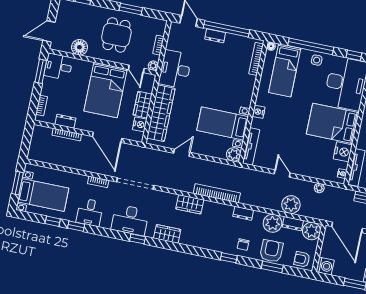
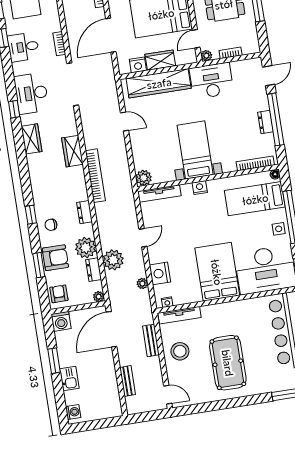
dresser: (215, 36) -> (265, 122), moved
bed with nightstands: (223, 123) -> (195, 150), moved
nightstand: (343, 152) -> (160, 273), moved, turned 90
plant: (312, 231) -> (99, 297), width x0.53, depth x0.53

